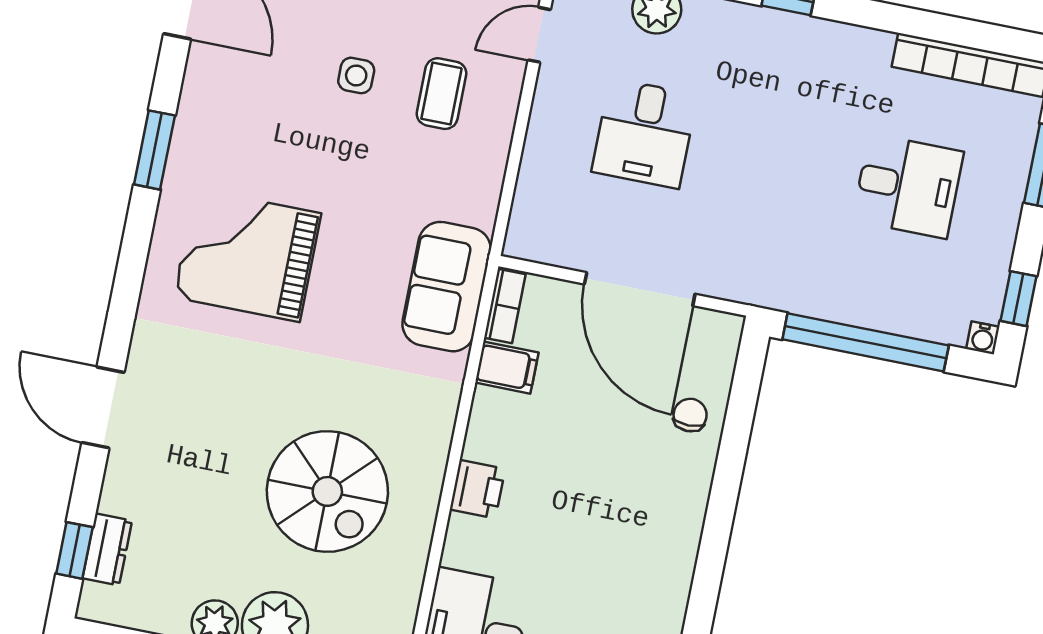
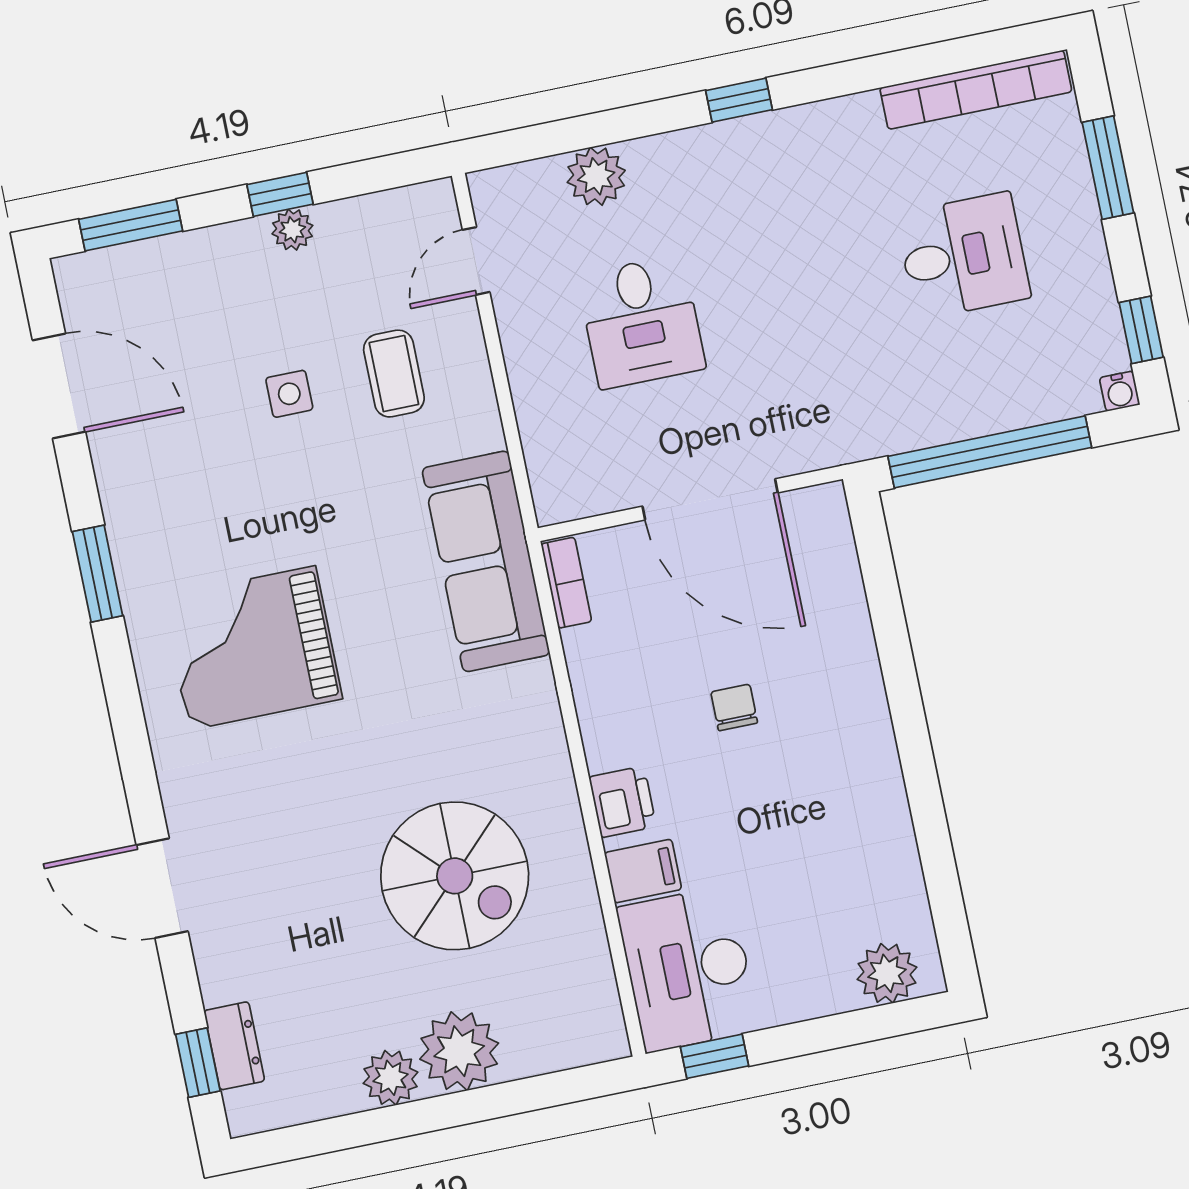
sofa: (447, 287) -> (486, 561), width x1.36
filing cabinet: (507, 368) -> (643, 871), moved
chair: (690, 415) -> (734, 707), moved

